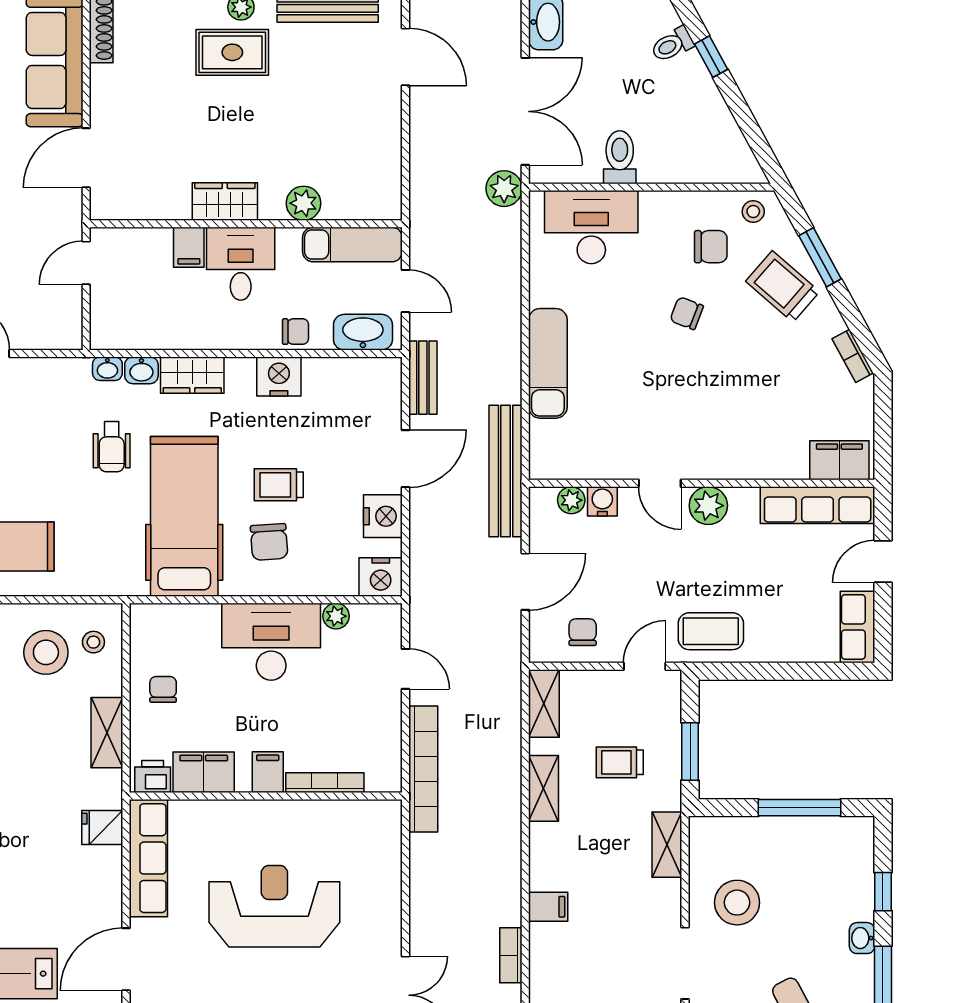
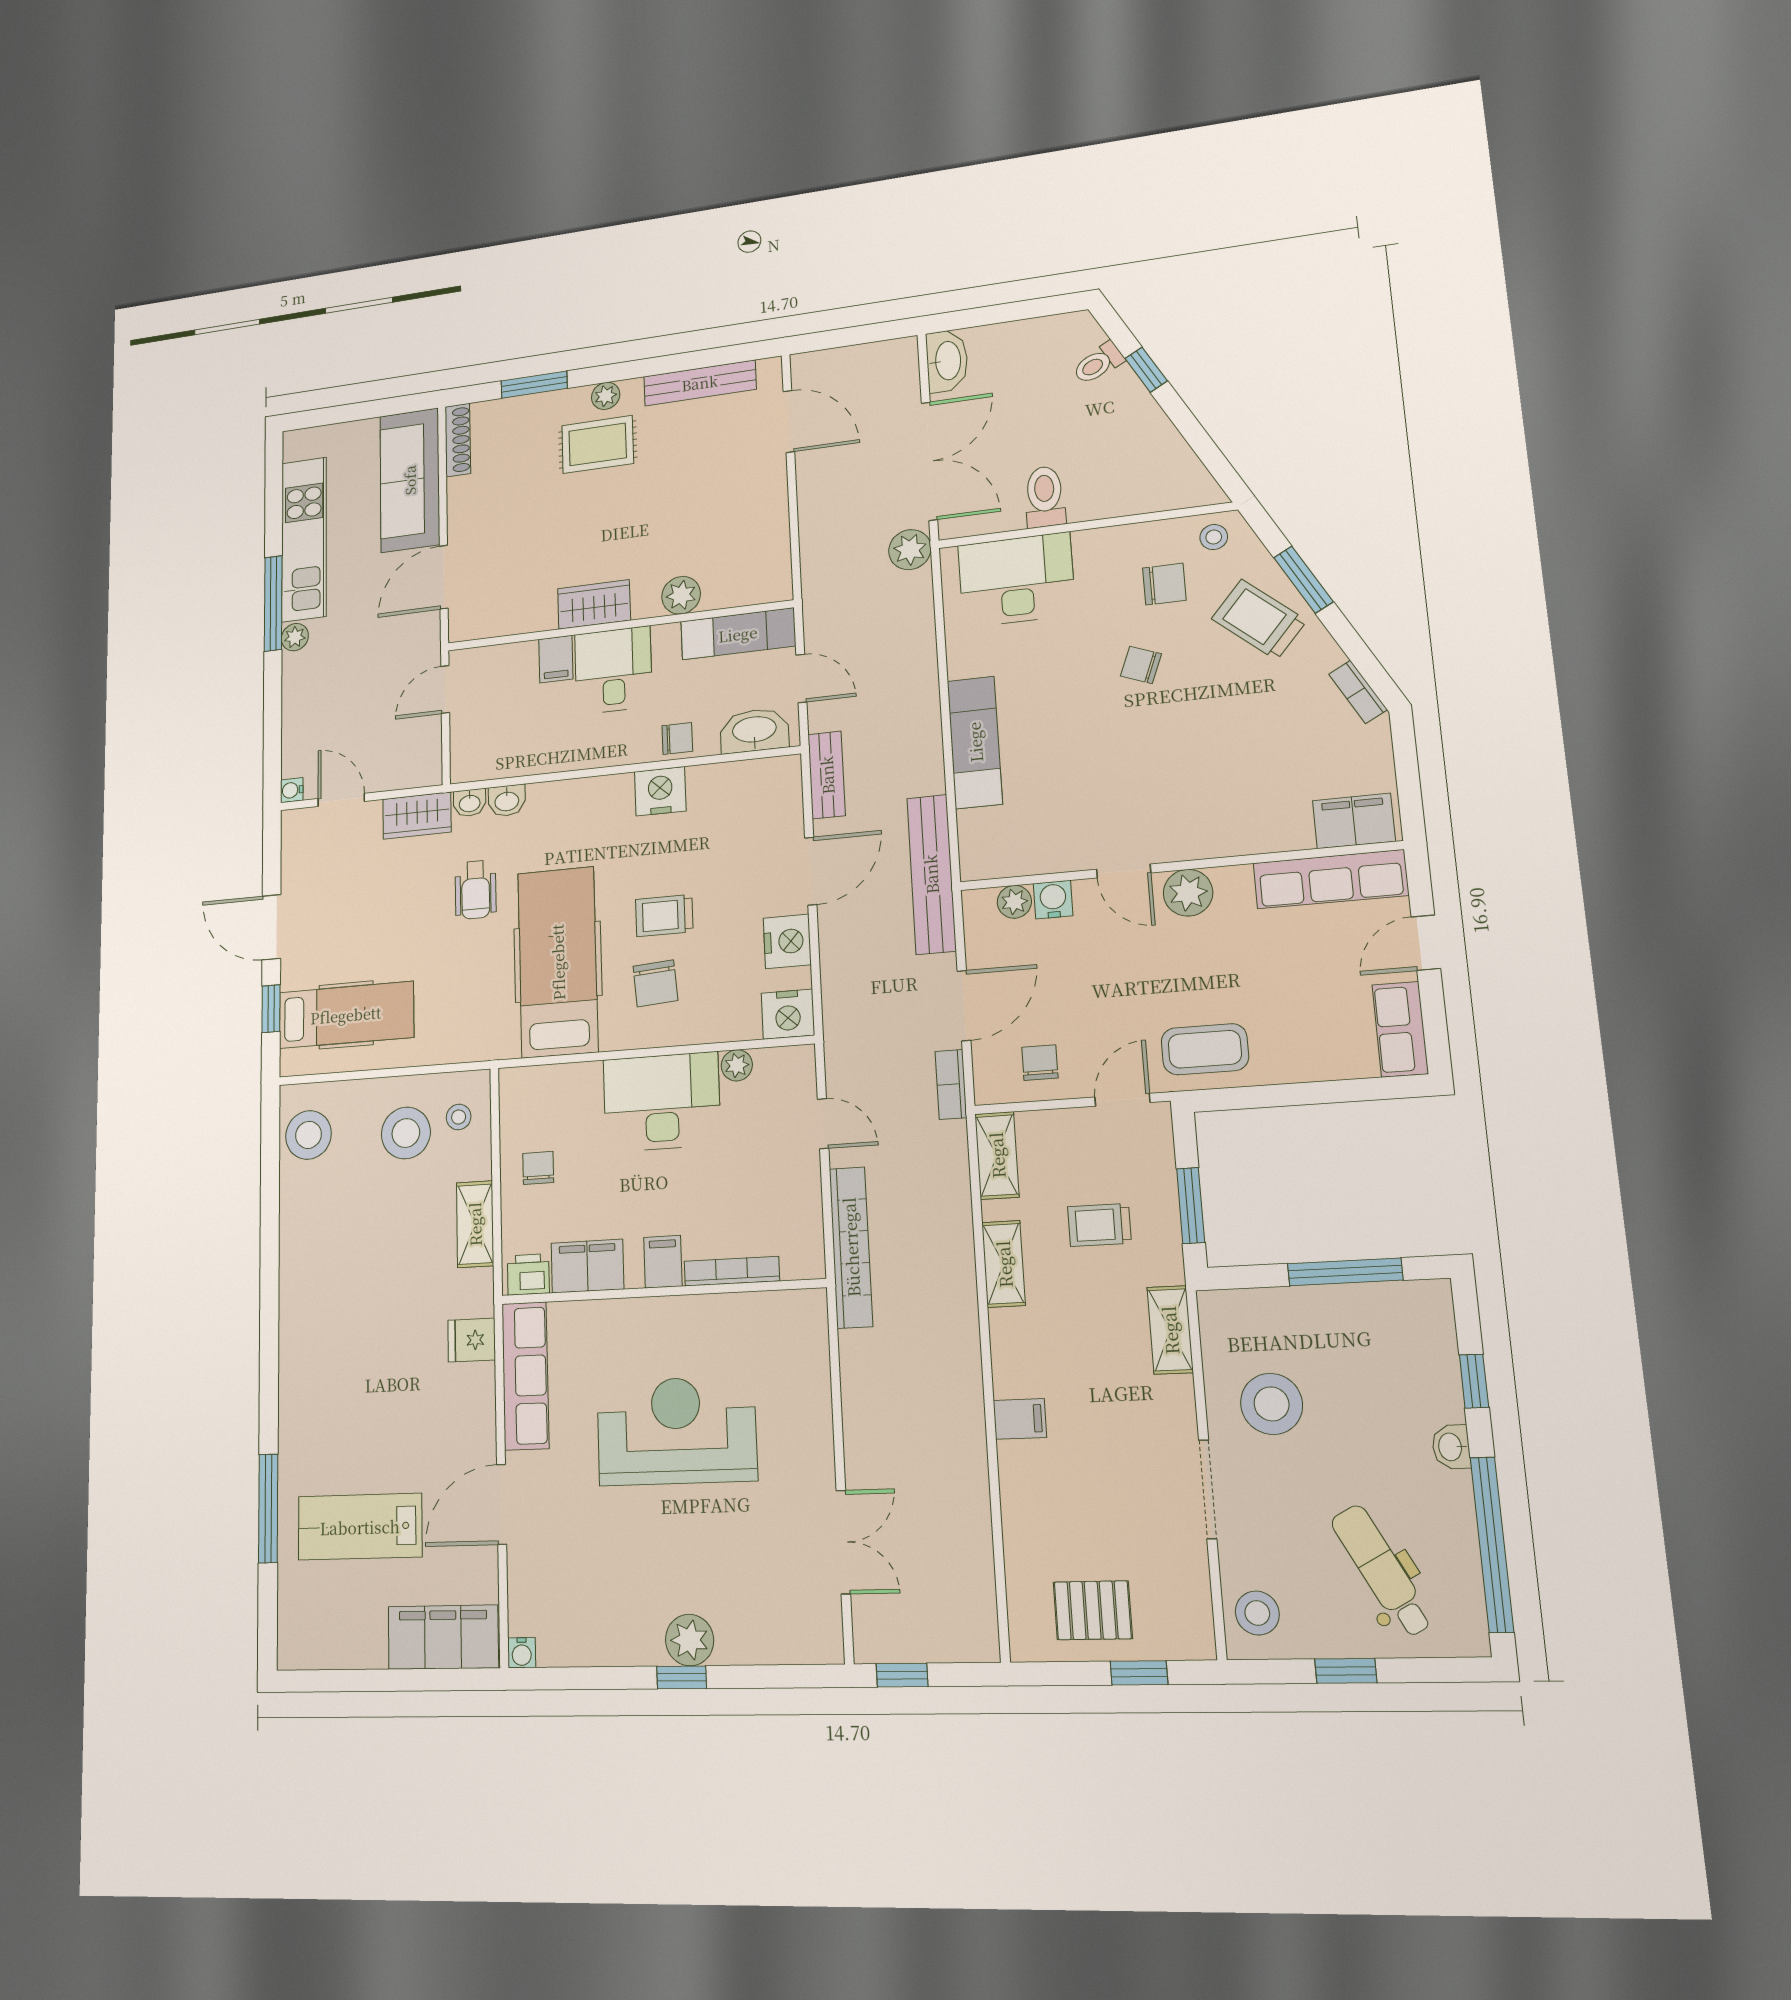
wardrobe: (192, 375) -> (417, 816), moved
bookcase: (511, 955) -> (951, 1084), moved

